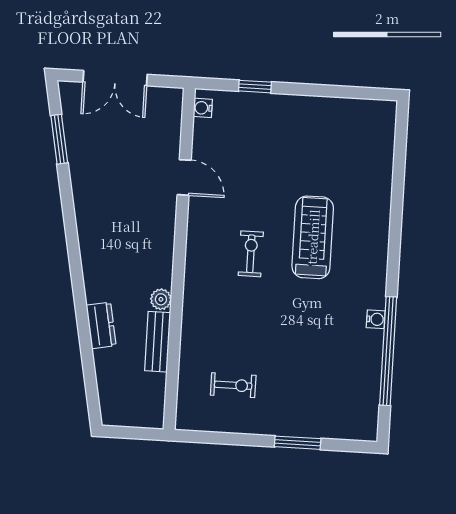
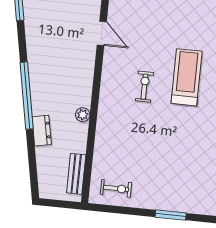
window: (77, 274) -> (27, 96), added
bench: (158, 342) -> (76, 174), moved
exercise bike: (233, 385) -> (116, 188), moved

